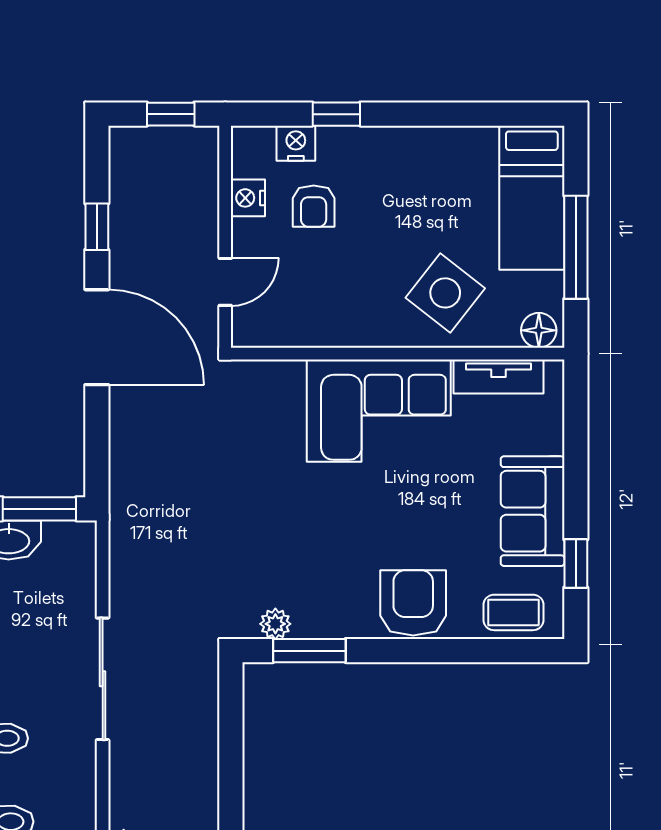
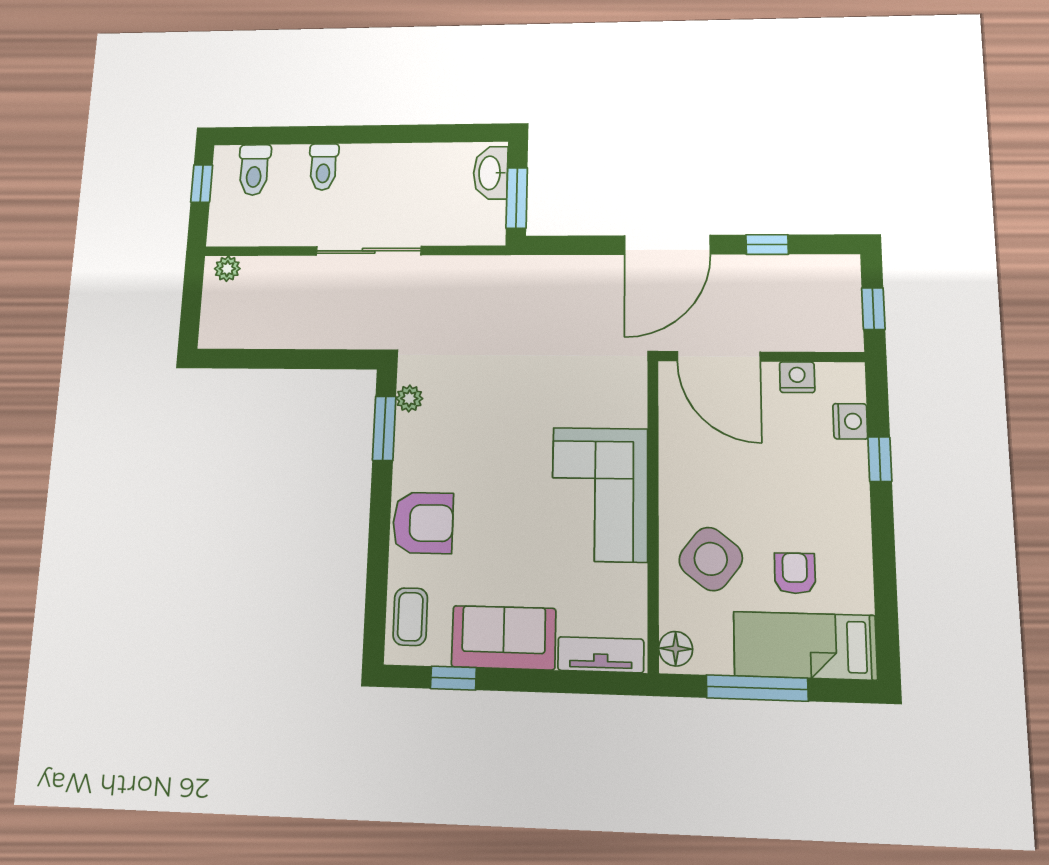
armchair: (314, 206) -> (795, 573), moved, turned 90
door: (225, 282) -> (719, 356), width x1.87
tv unit: (499, 376) -> (601, 655), moved, turned 90

